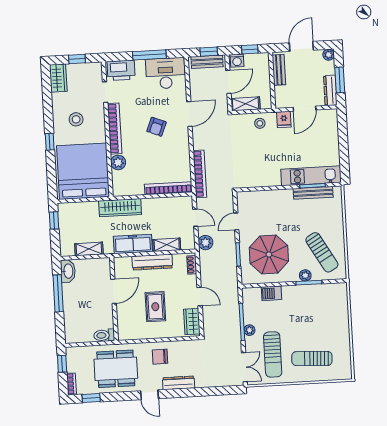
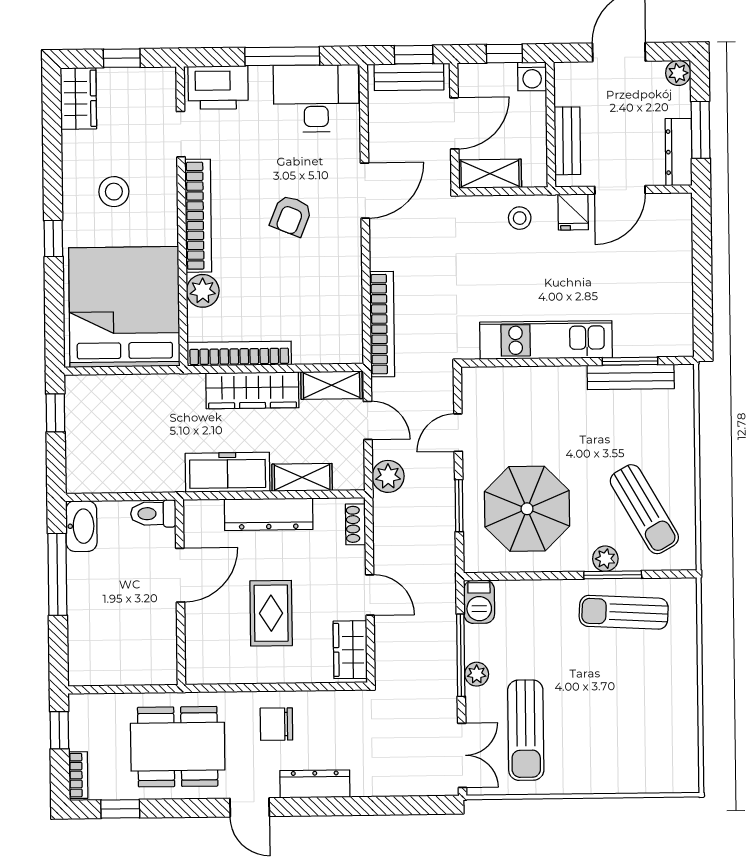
washing machine: (237, 61) -> (532, 77), moved
bench: (279, 70) -> (567, 141), moved
kitchen unit: (311, 176) -> (546, 340), moved
bookcase: (168, 188) -> (239, 354), moved
wardrobe: (120, 208) -> (252, 390), moved
shelving: (89, 249) -> (332, 385), moved
barbecue: (271, 293) -> (479, 602), moved, turned -90
toilet: (104, 335) -> (153, 514), moved
sun lounger: (312, 358) -> (624, 612), moved

